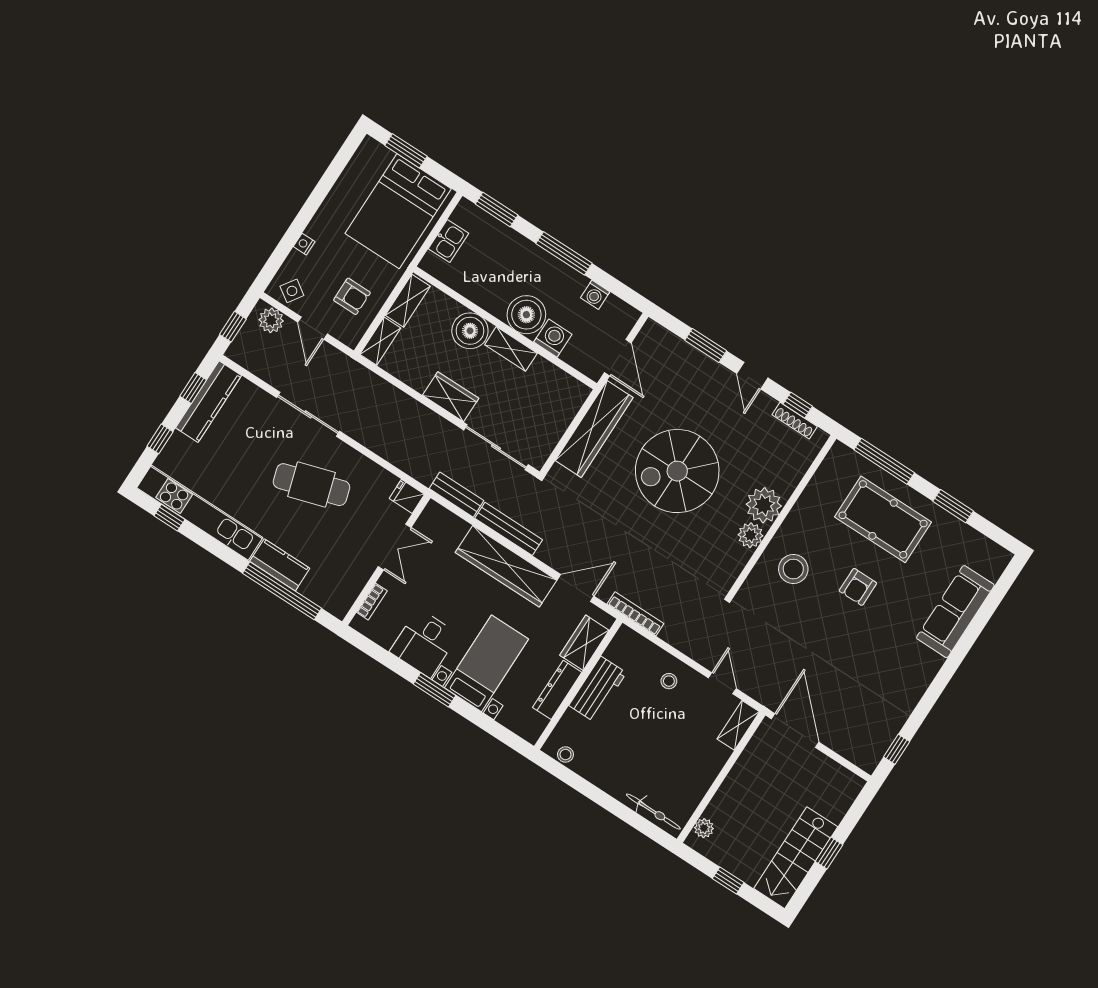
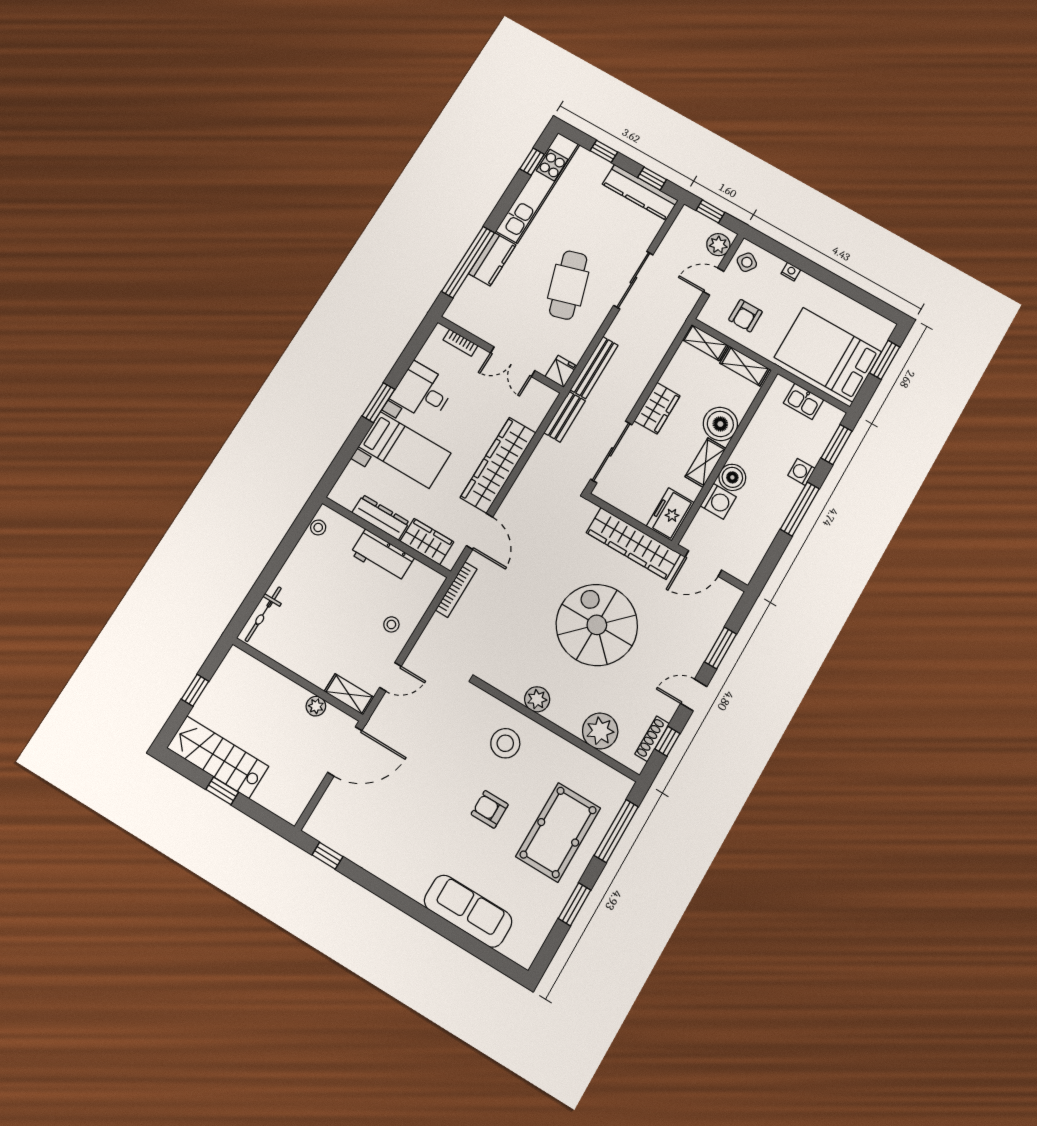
washing machine: (595, 295) -> (801, 472), moved
boiler: (526, 315) -> (732, 477), width x0.73, depth x0.73
freezer: (565, 389) -> (670, 514), added
plant: (764, 505) -> (600, 731), moved
bench: (509, 529) -> (594, 368), moved
plant: (704, 828) -> (316, 706), moved

